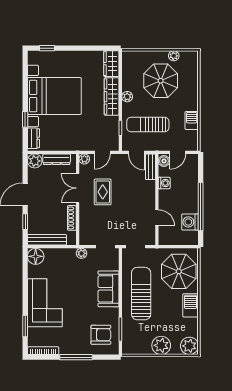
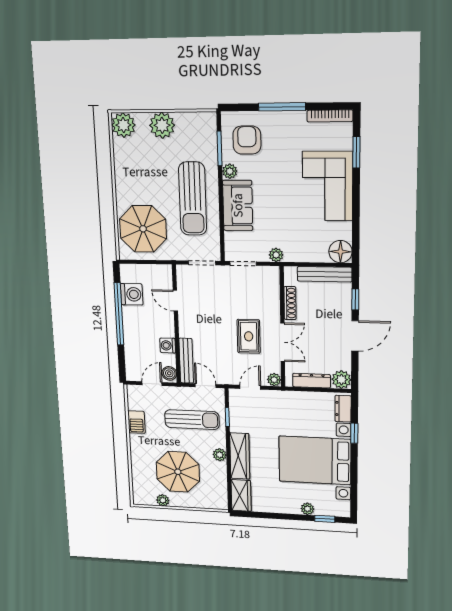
plant: (60, 56) -> (307, 509), added
bench: (150, 167) -> (186, 361), width x1.36
barbecue: (191, 305) -> (125, 182), removed
plant: (114, 313) -> (230, 171), added
armchair: (101, 335) -> (247, 140), turned 90

